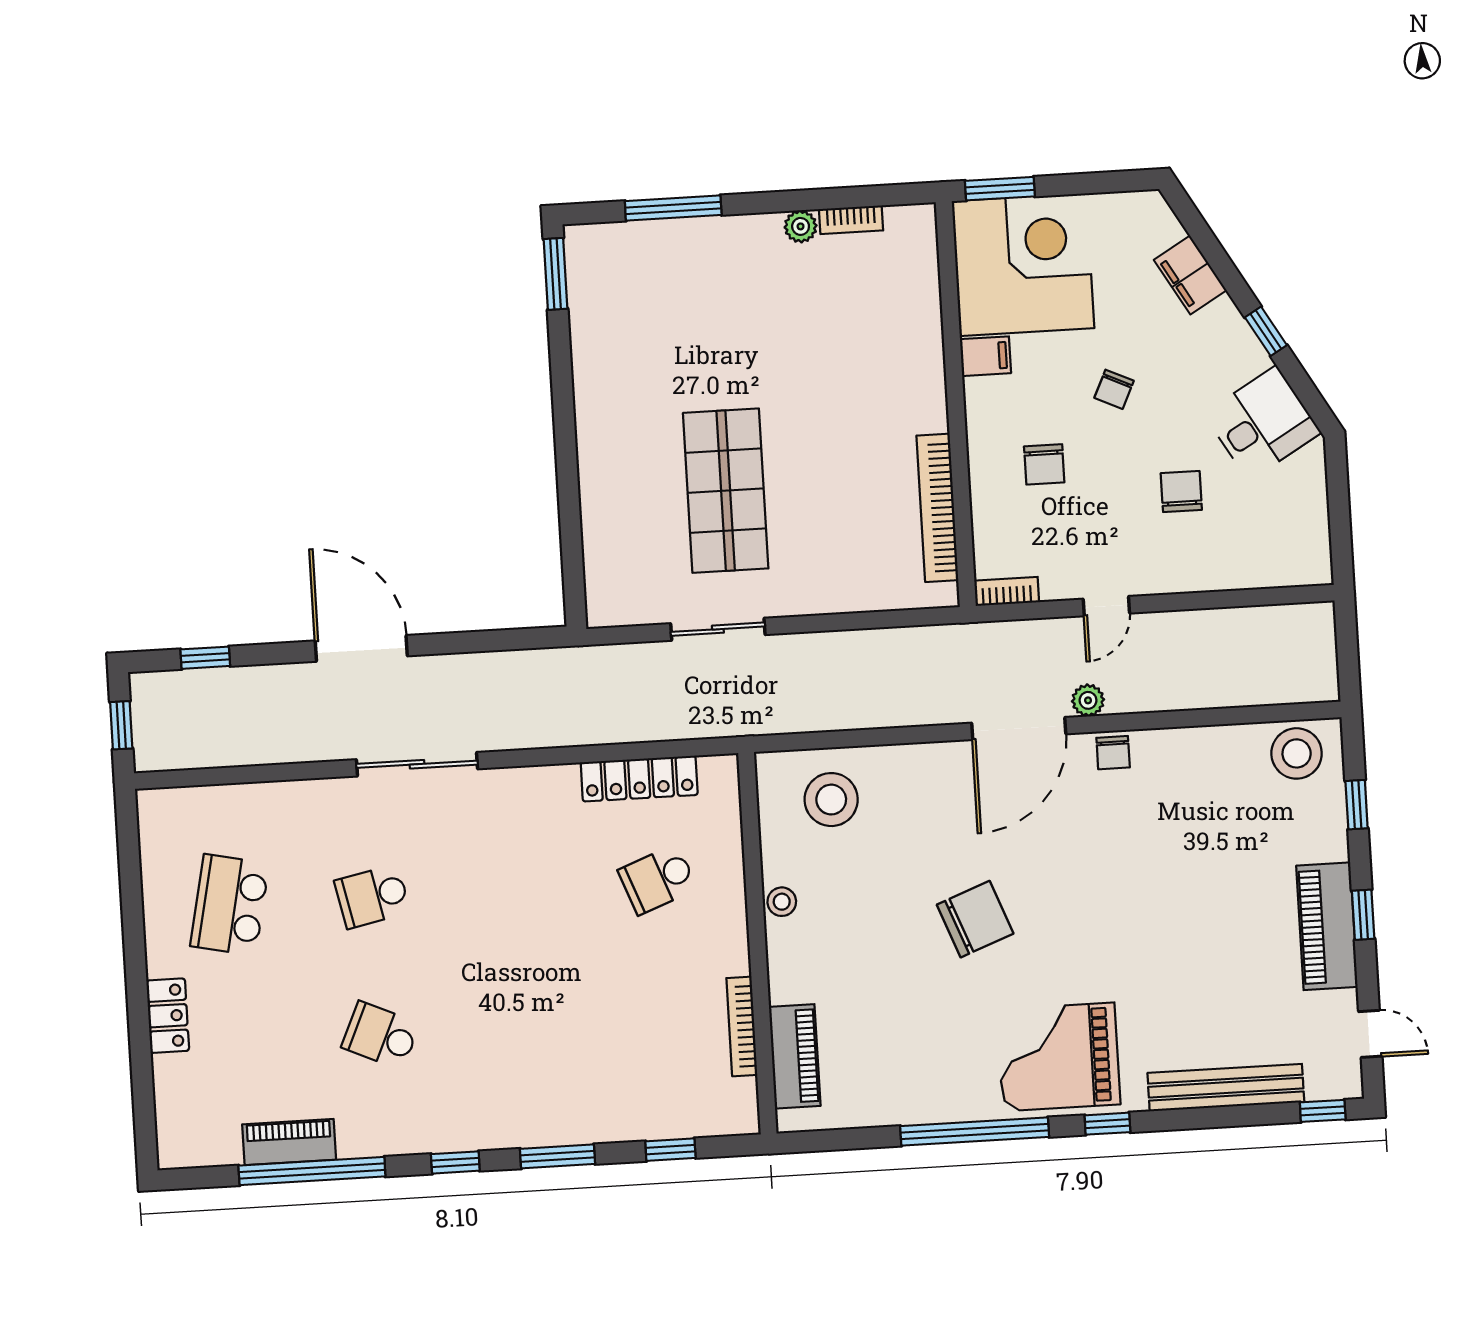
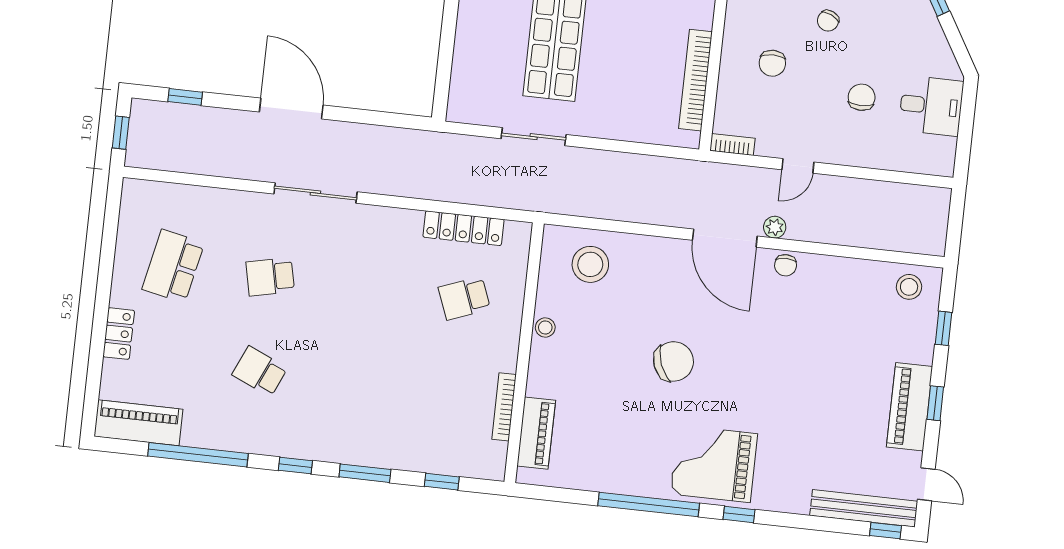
desk: (1262, 423) -> (931, 106), moved, turned 30
door: (1019, 729) -> (725, 238), hinge flipped
stool: (1297, 753) -> (909, 287), width x0.73, depth x0.73
bench: (1226, 1088) -> (864, 508), moved
piano: (289, 1142) -> (138, 423), moved, width x1.37, depth x1.33

